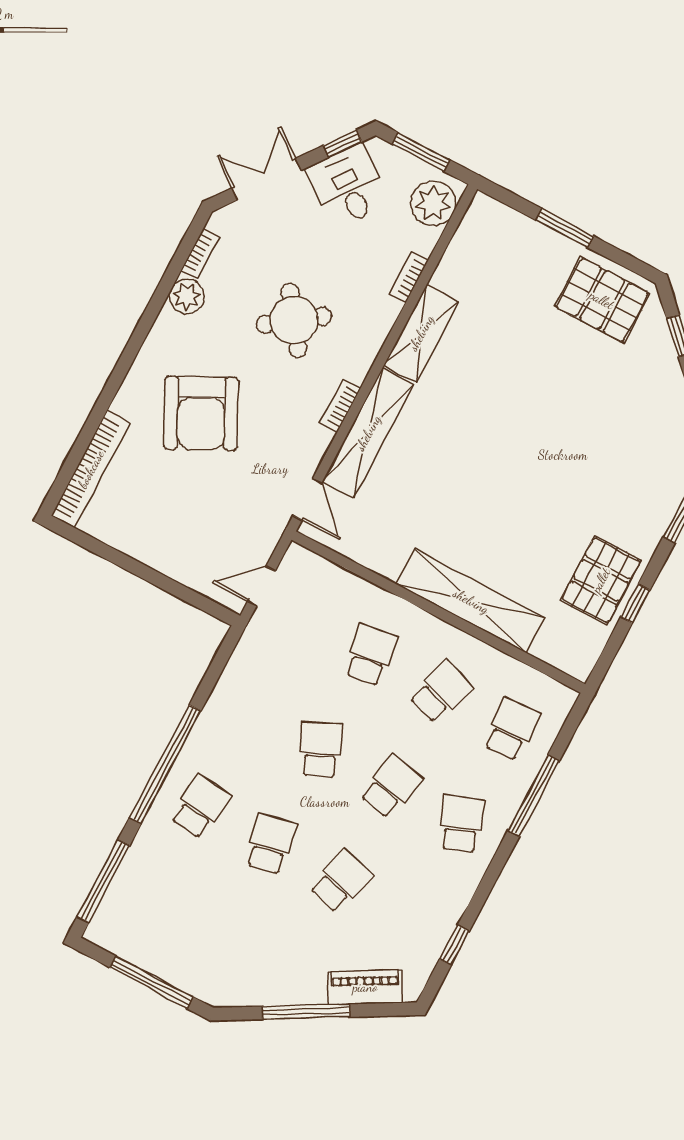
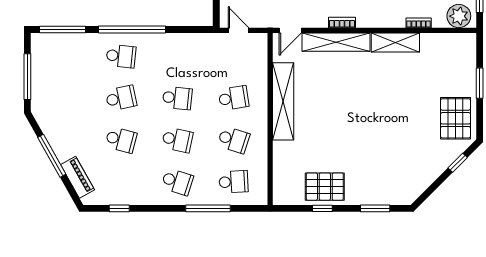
shelving: (471, 601) -> (283, 101), moved
school desk: (321, 749) -> (177, 98), turned 30
school desk: (461, 824) -> (177, 182), turned 39

